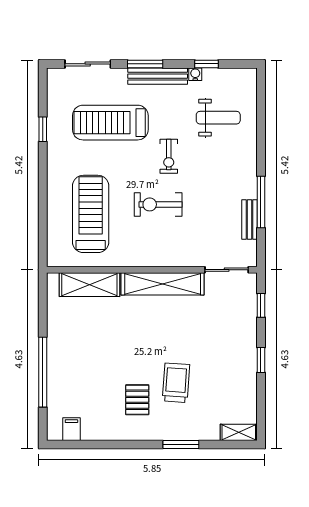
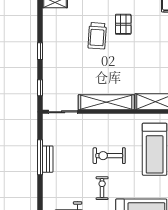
exercise bike: (158, 204) -> (109, 156), turned 180
bench: (249, 219) -> (48, 159), moved

